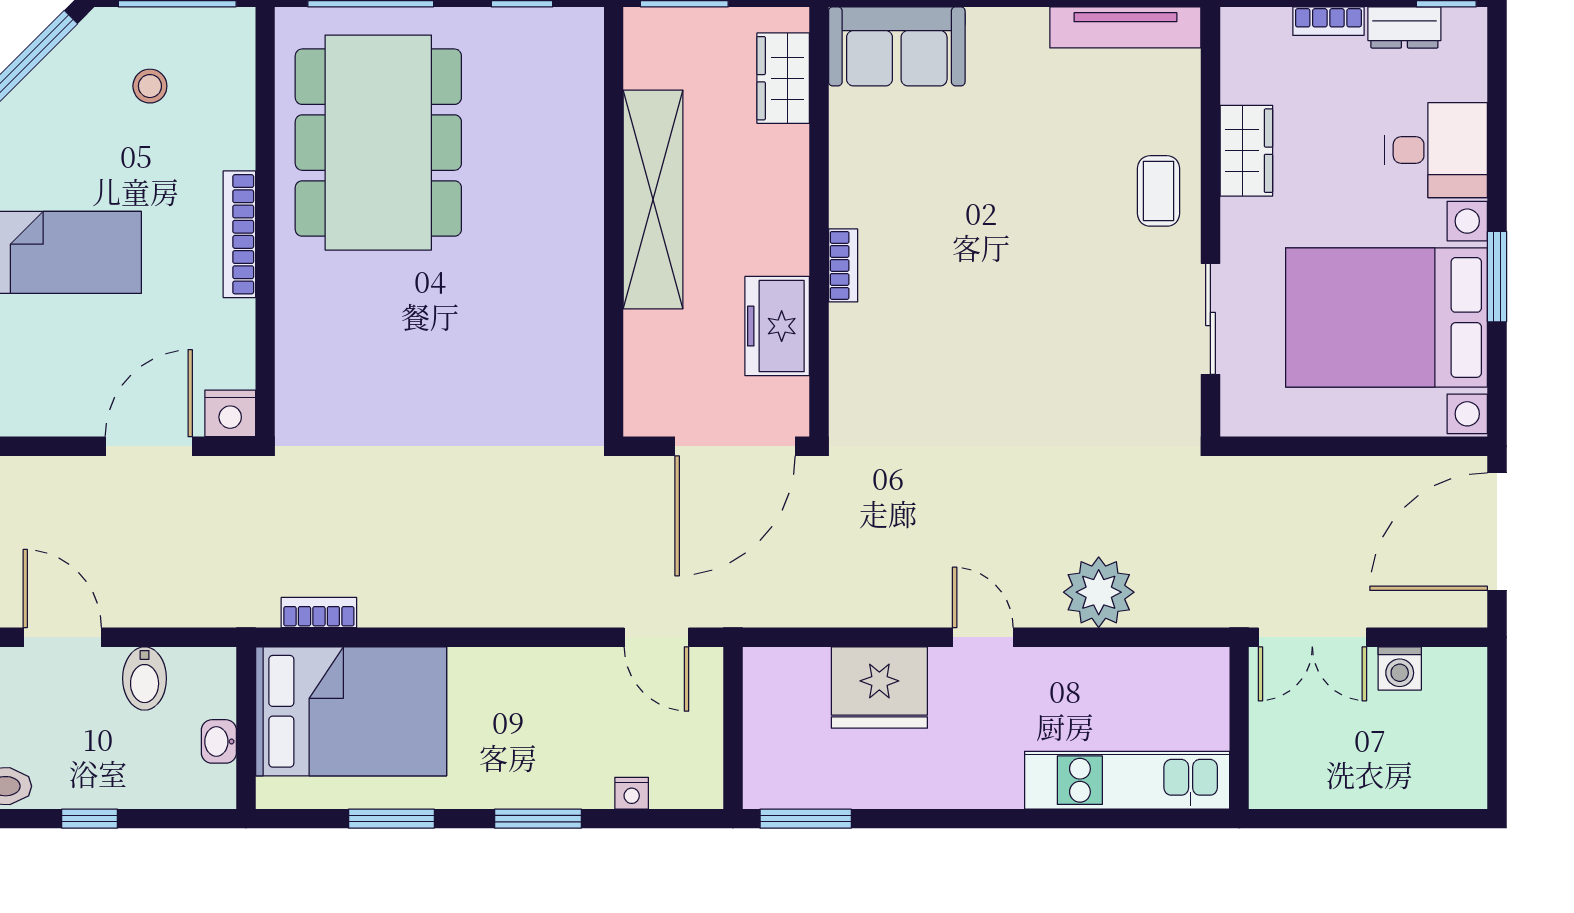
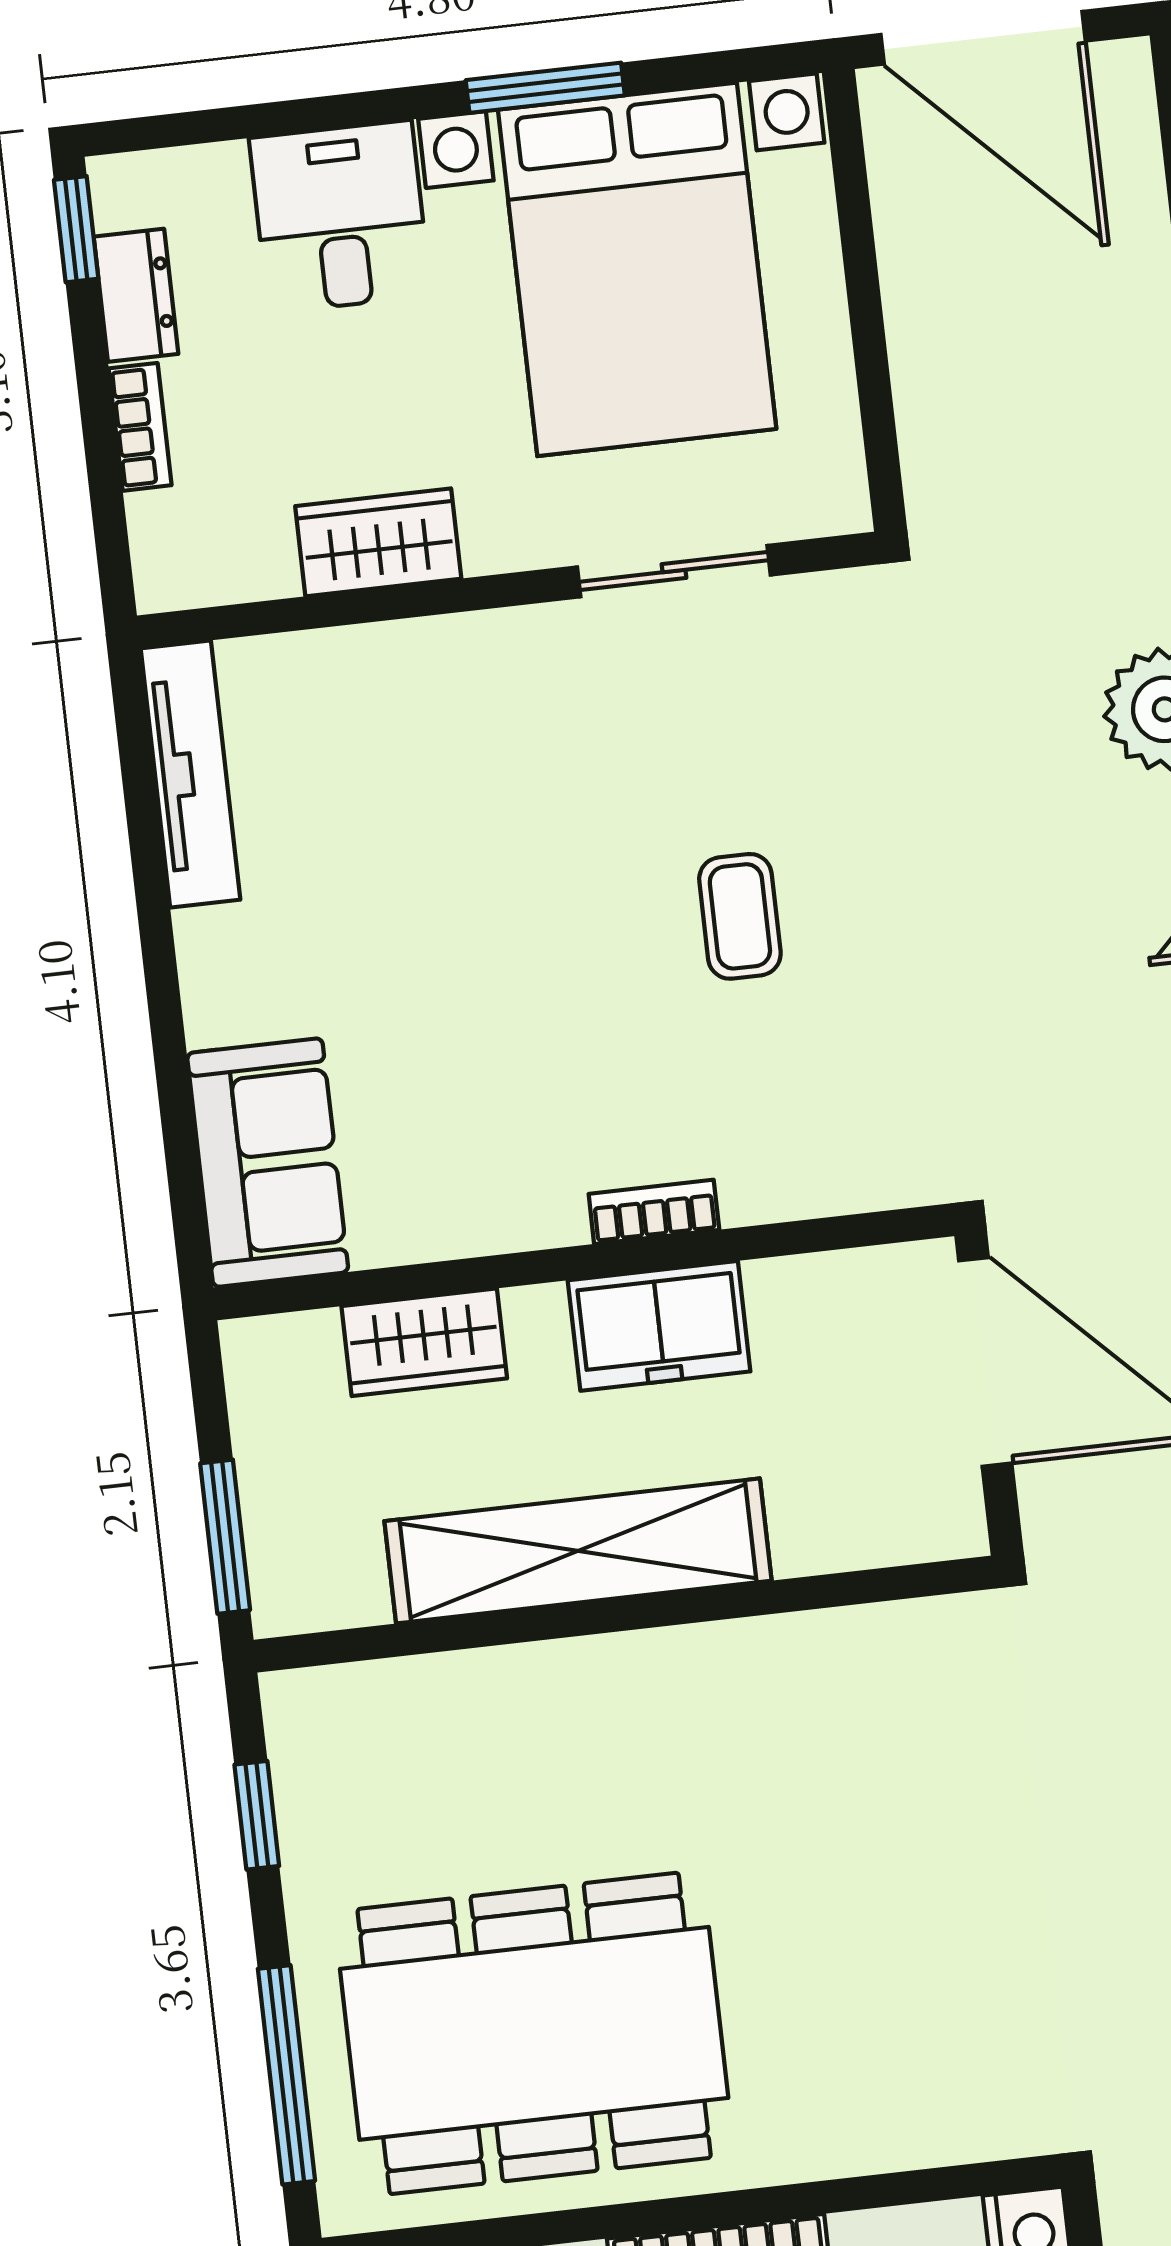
wardrobe: (783, 78) -> (424, 1342), moved
coffee table: (1159, 191) -> (740, 916), moved, turned 90
freezer: (777, 326) -> (659, 1326), moved

